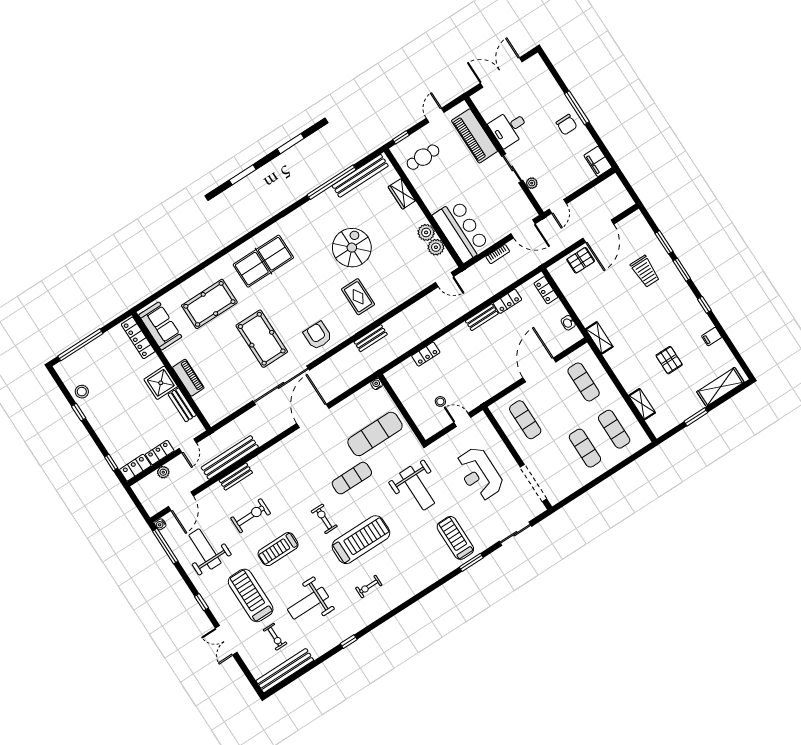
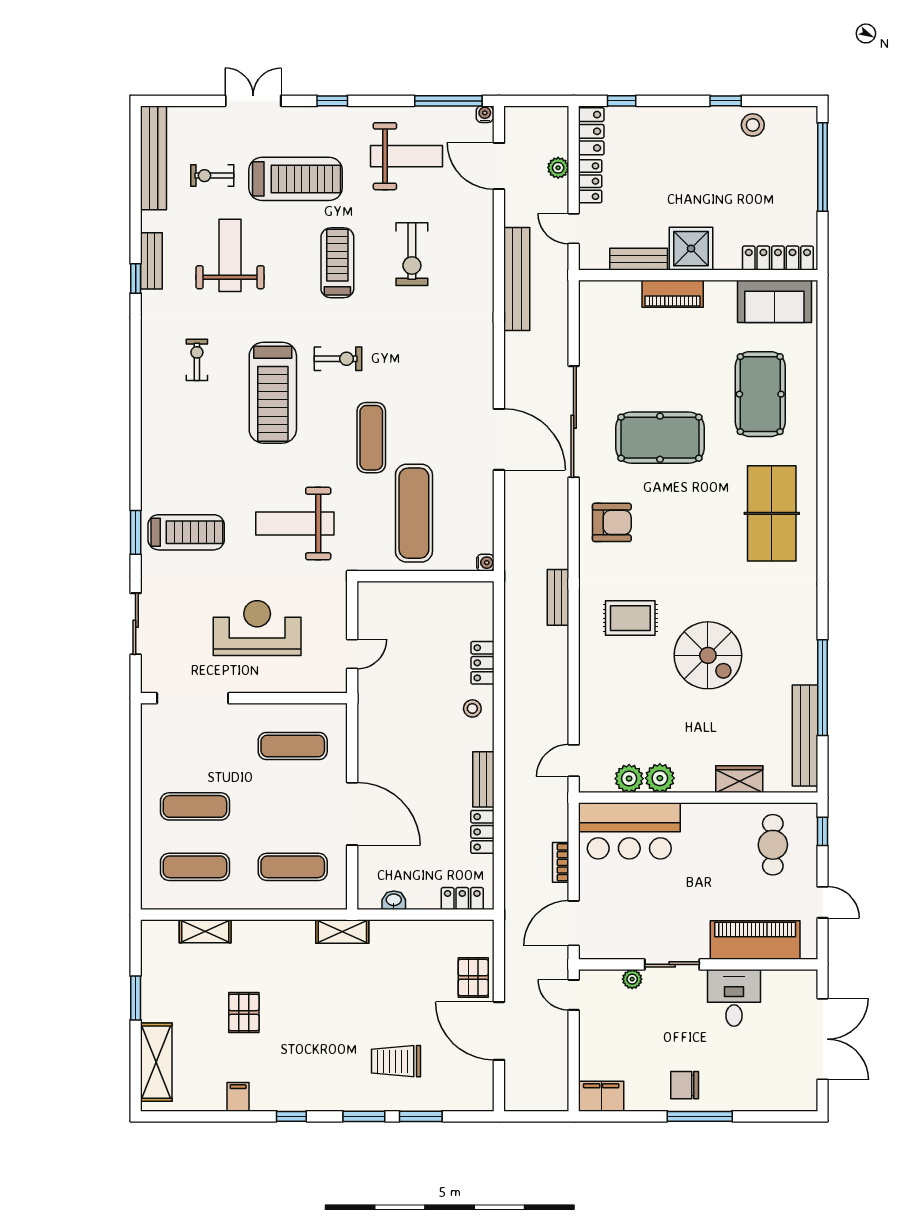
pallet: (669, 360) -> (244, 1012), turned 90
stool: (440, 401) -> (472, 708), moved
bench: (236, 477) -> (151, 261), moved

